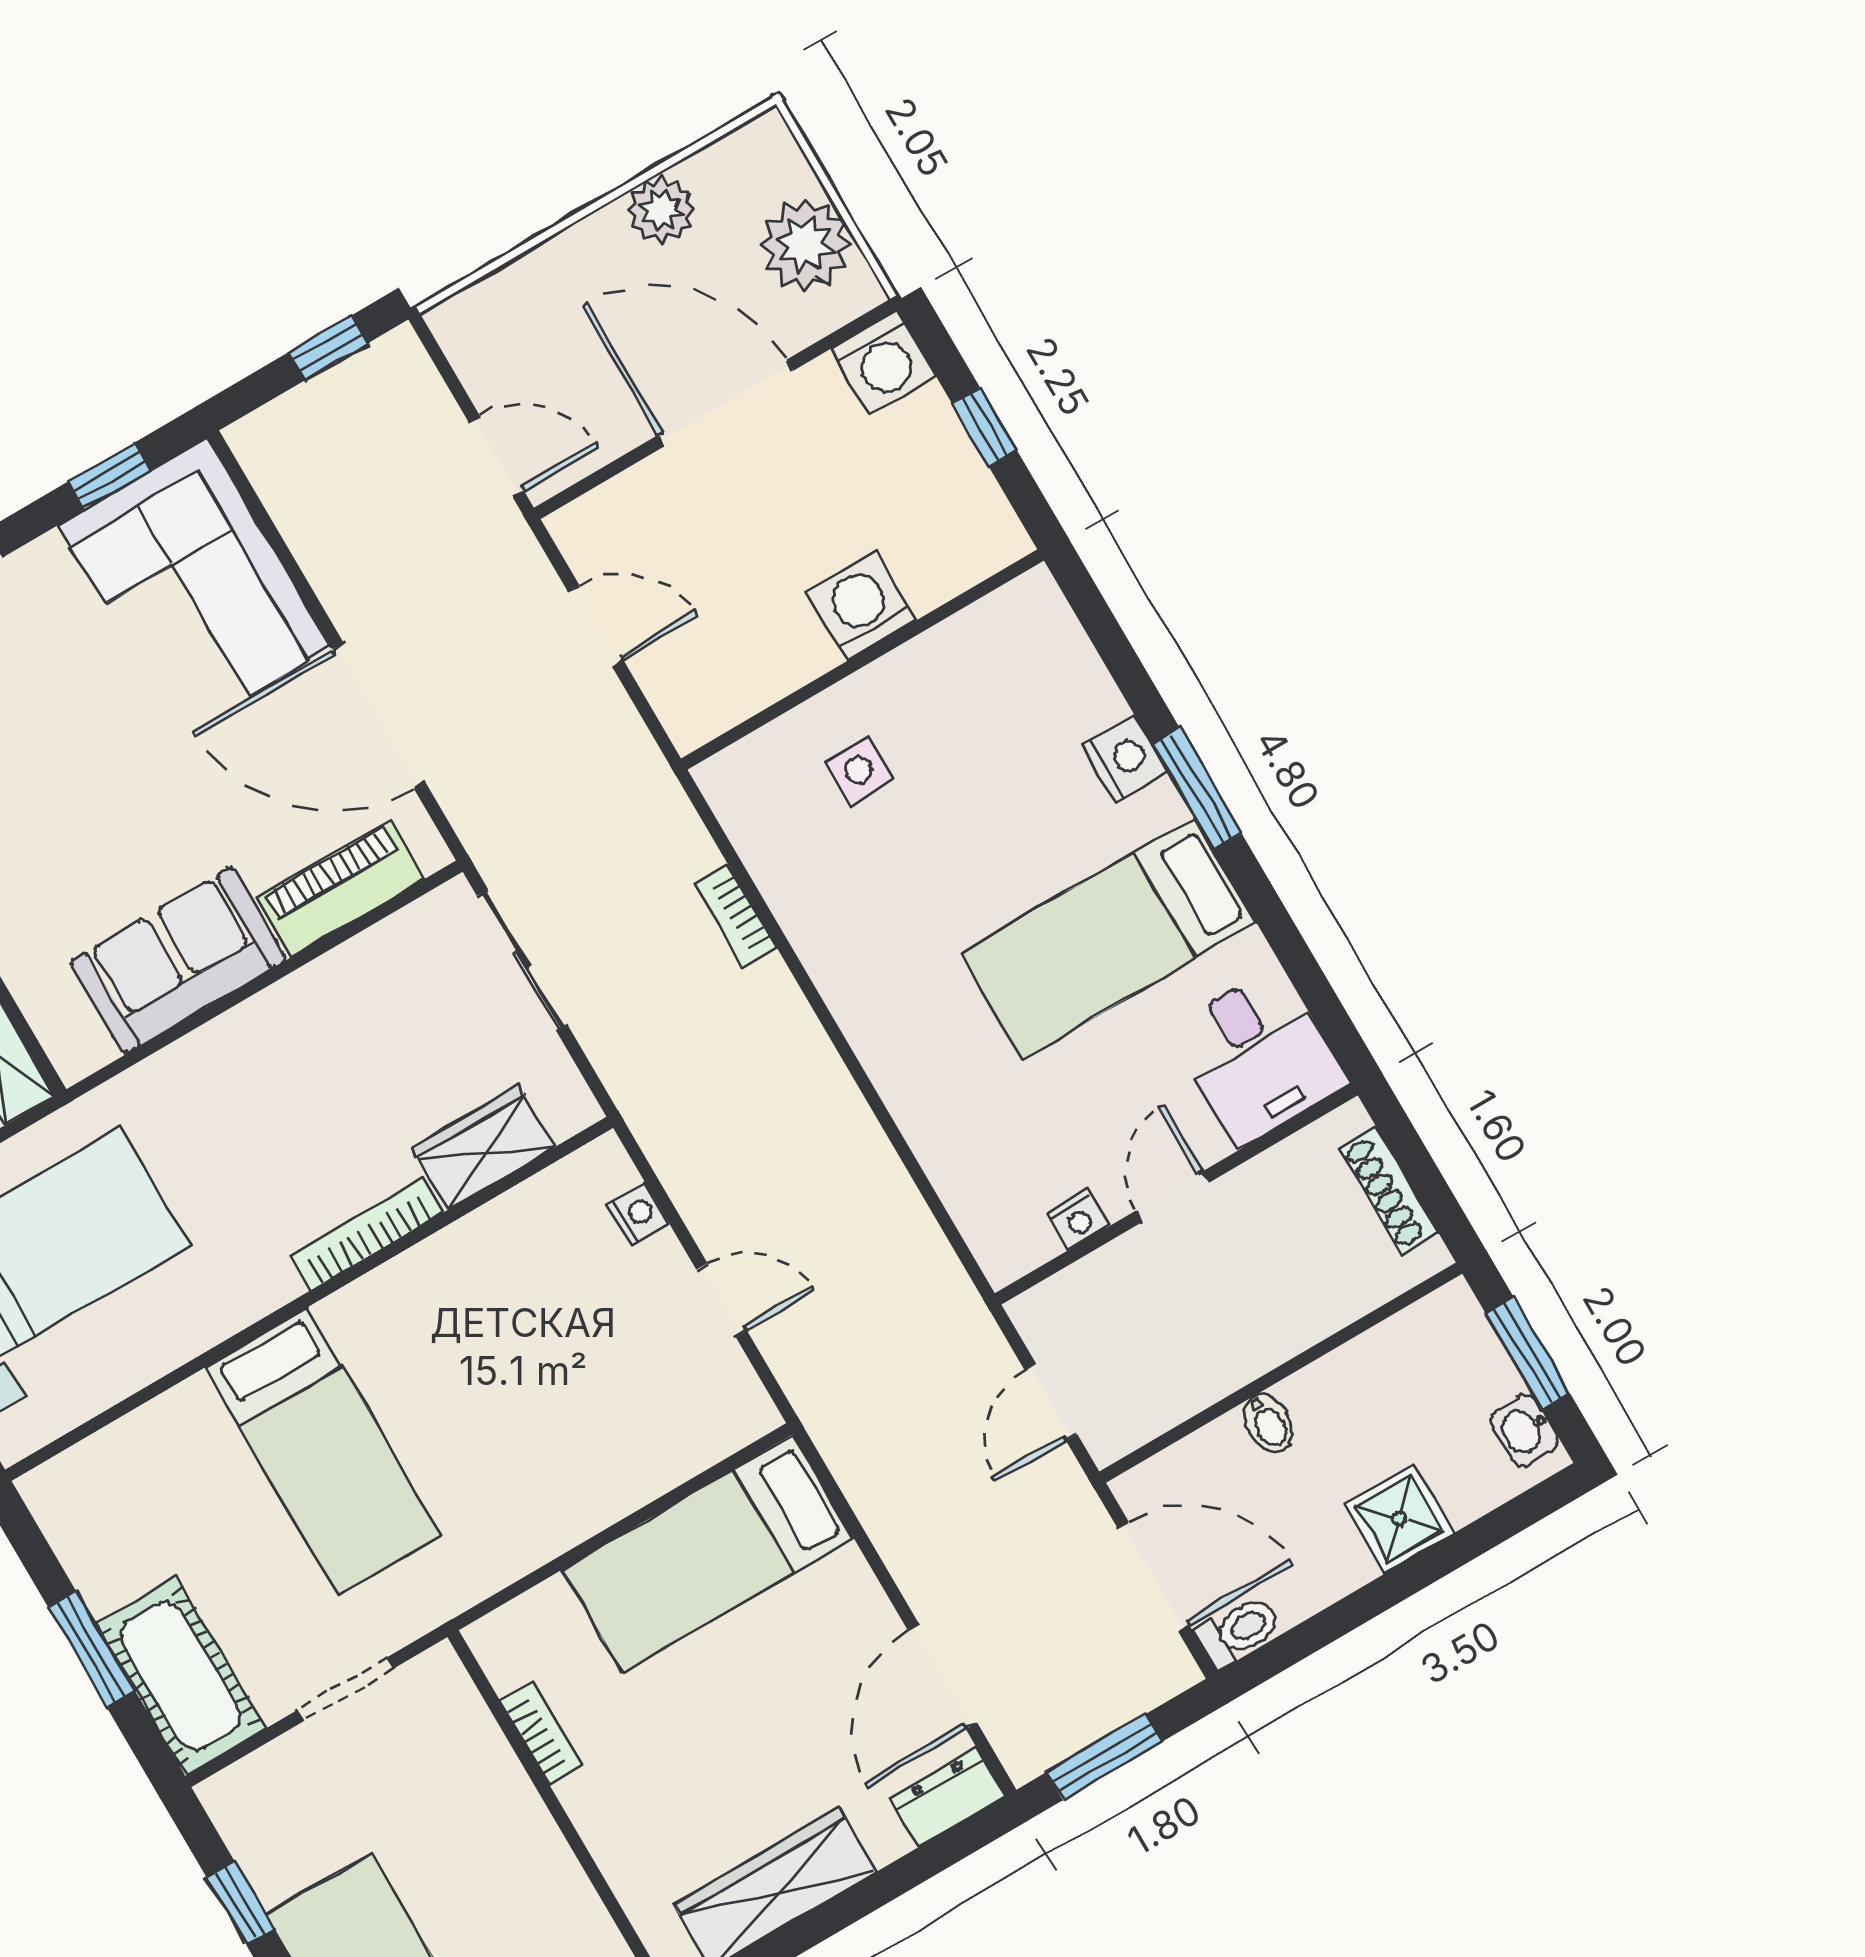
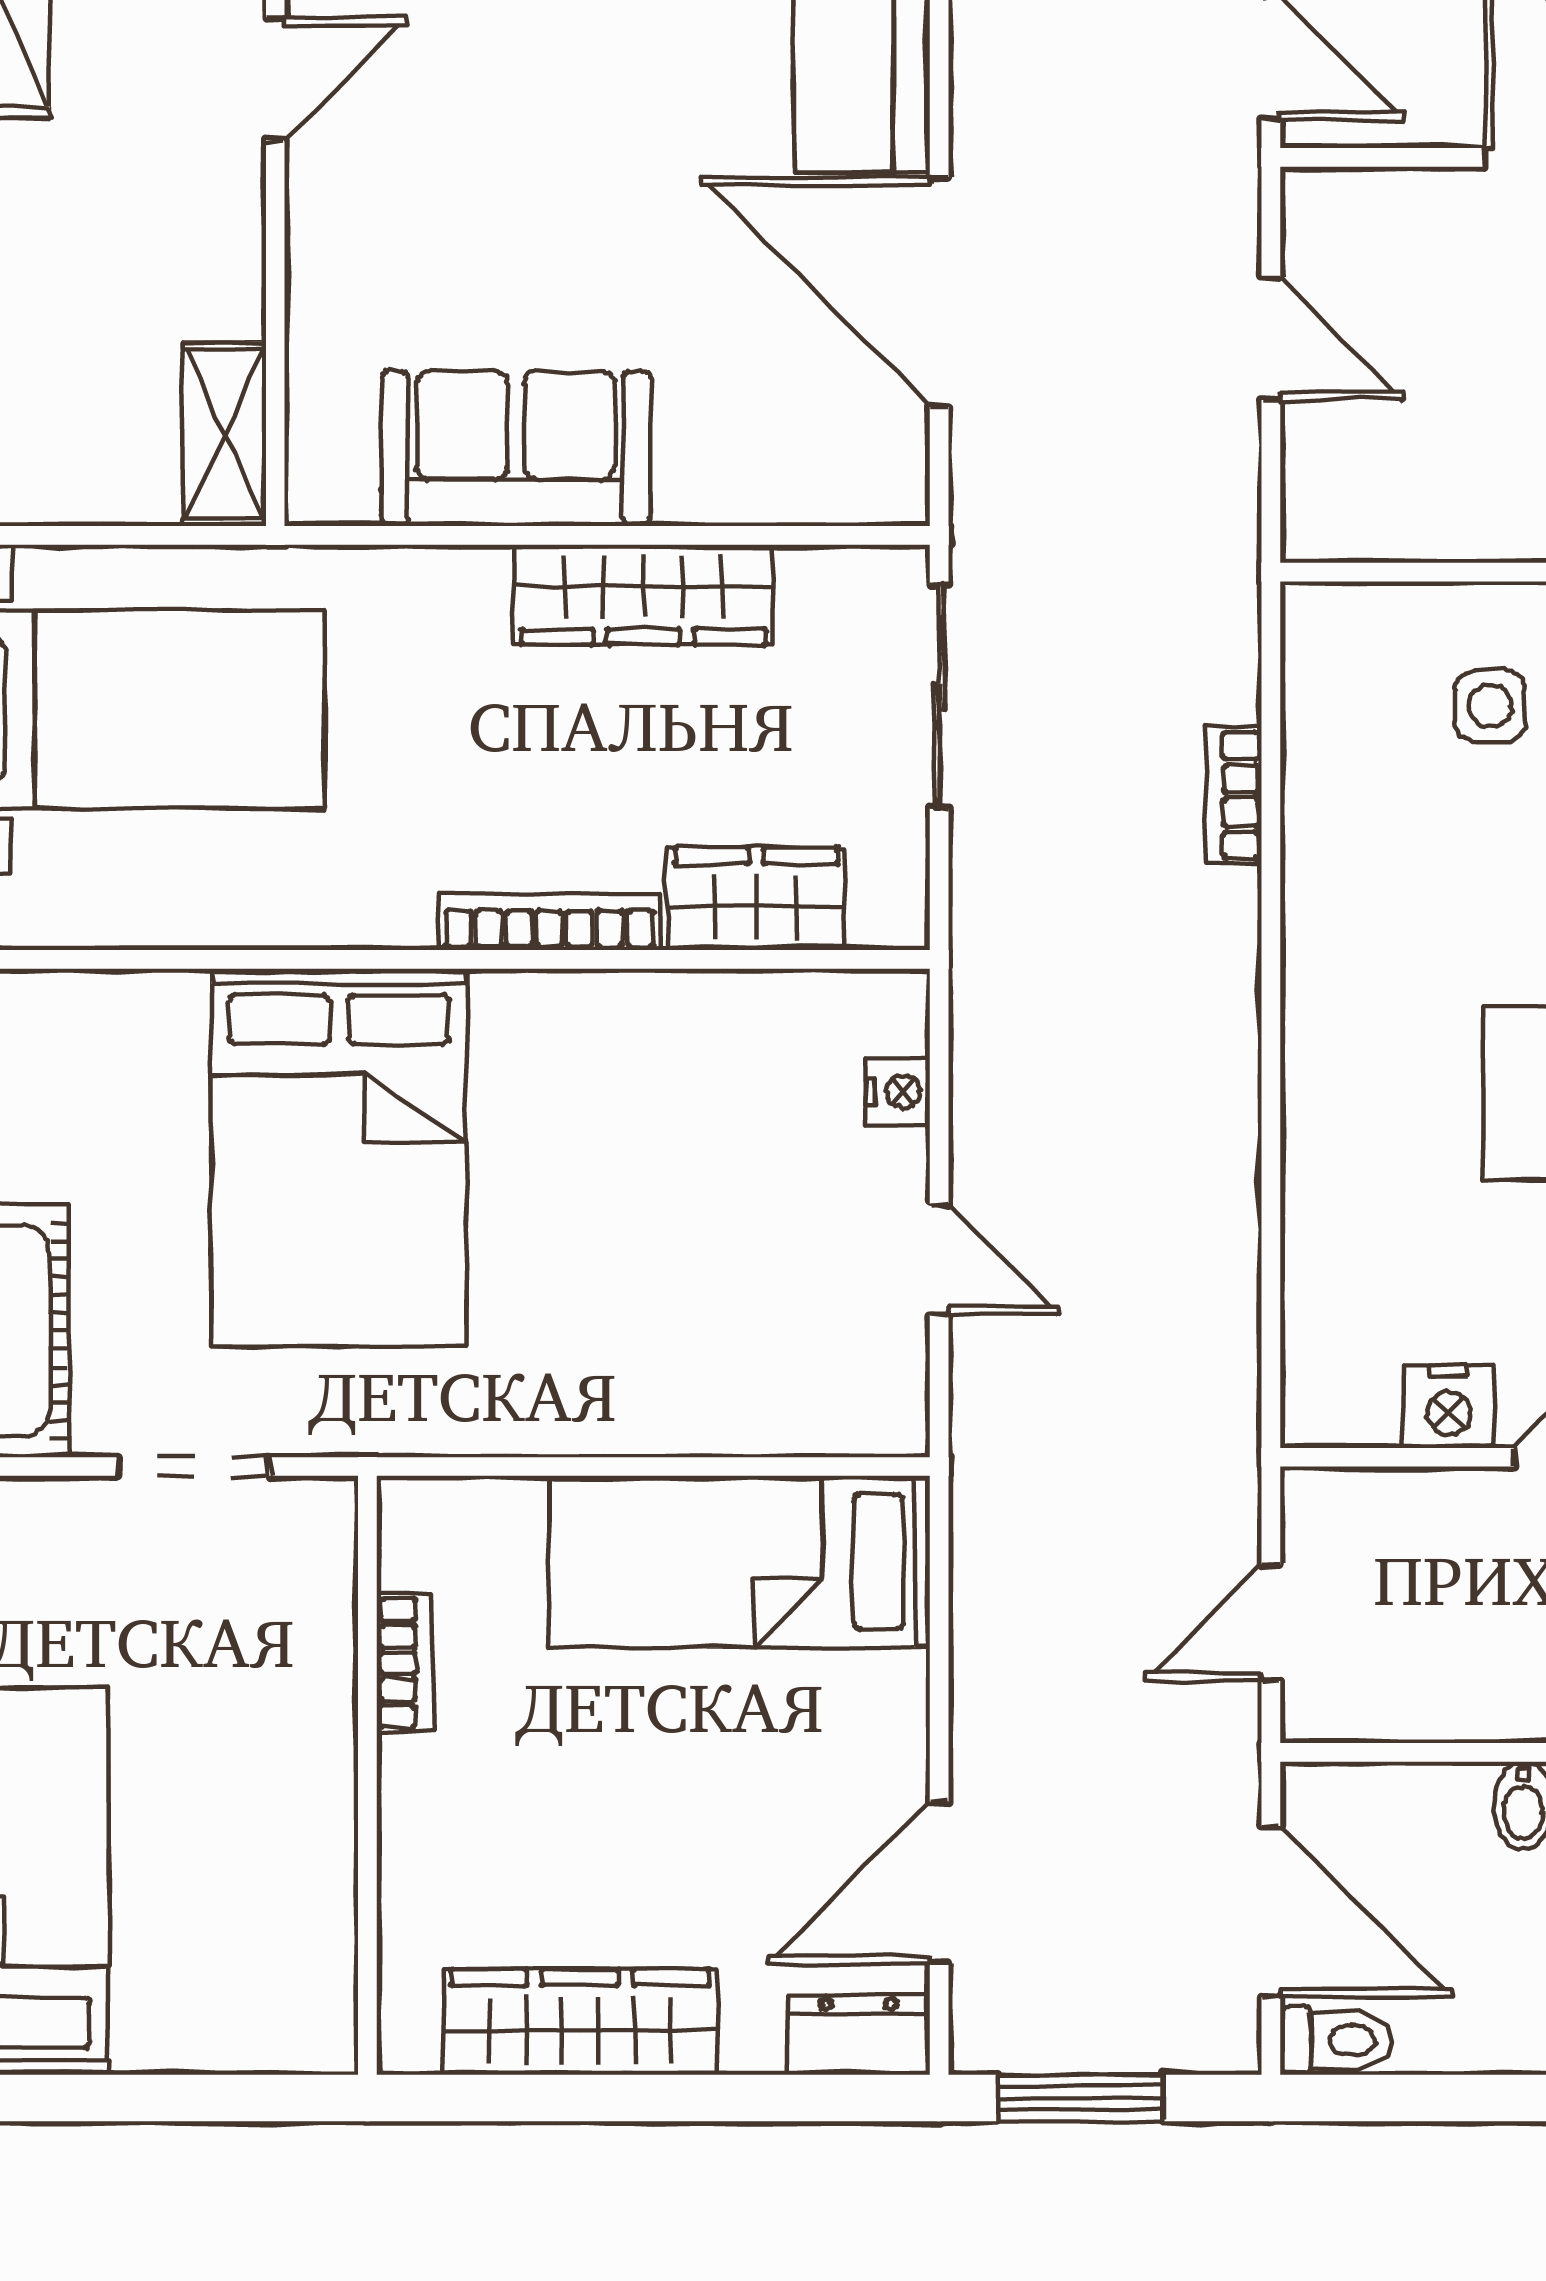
piano: (341, 888) -> (767, 477), removed
wardrobe: (307, 1003) -> (644, 595), added
nightstand: (1078, 1219) -> (1449, 1407), width x1.39, depth x1.35
bed: (323, 1451) -> (339, 1157), width x1.50

